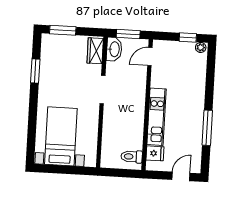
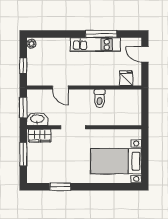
window: (63, 30) -> (23, 154), moved
window: (188, 37) -> (23, 66), moved
door: (150, 57) -> (60, 88), moved
kitchen unit: (157, 117) -> (95, 45), moved, turned 180
toilet: (132, 157) -> (100, 98), moved

